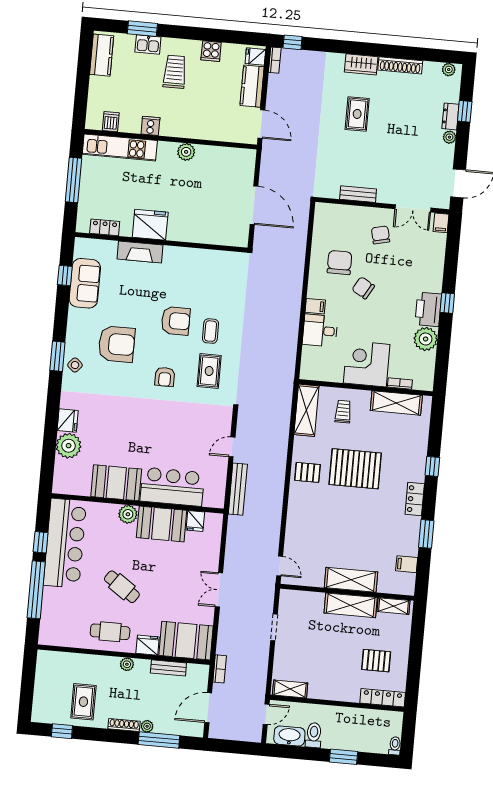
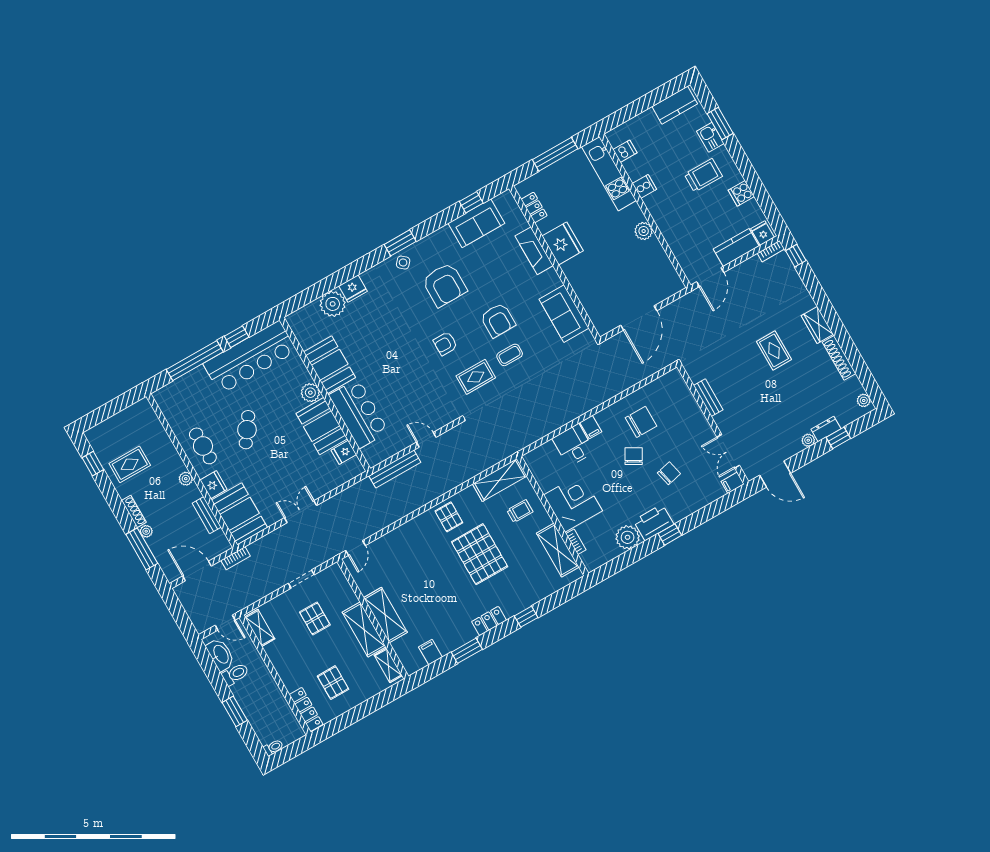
rug: (357, 114) -> (774, 350), turned 90
chair: (381, 235) -> (669, 473), moved
sofa: (208, 263) -> (564, 314), added
pallet: (314, 639) -> (315, 619), added

